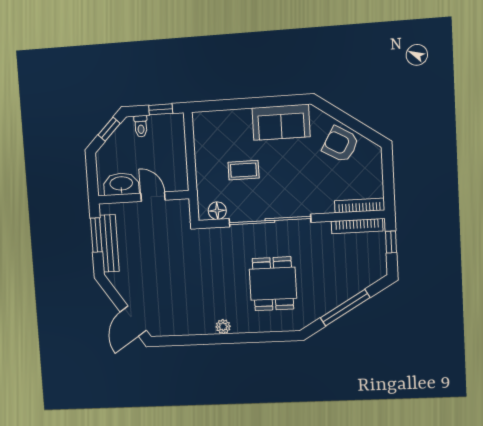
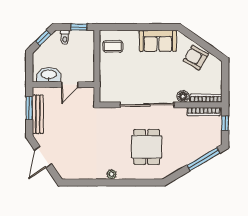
coffee table: (244, 170) -> (113, 46), moved
door: (153, 197) -> (70, 85), swing flipped
floor lamp: (217, 211) -> (183, 96), moved
window: (345, 308) -> (204, 159), moved
door: (133, 321) -> (43, 157), moved

